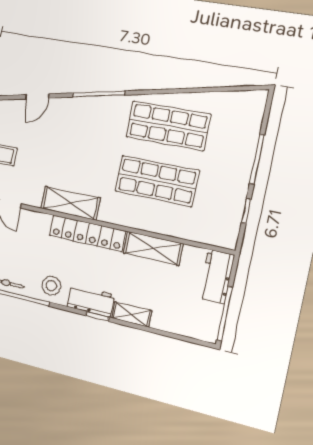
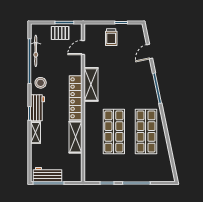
door: (37, 96) -> (150, 52), hinge flipped
workbench: (216, 277) -> (48, 175), moved

